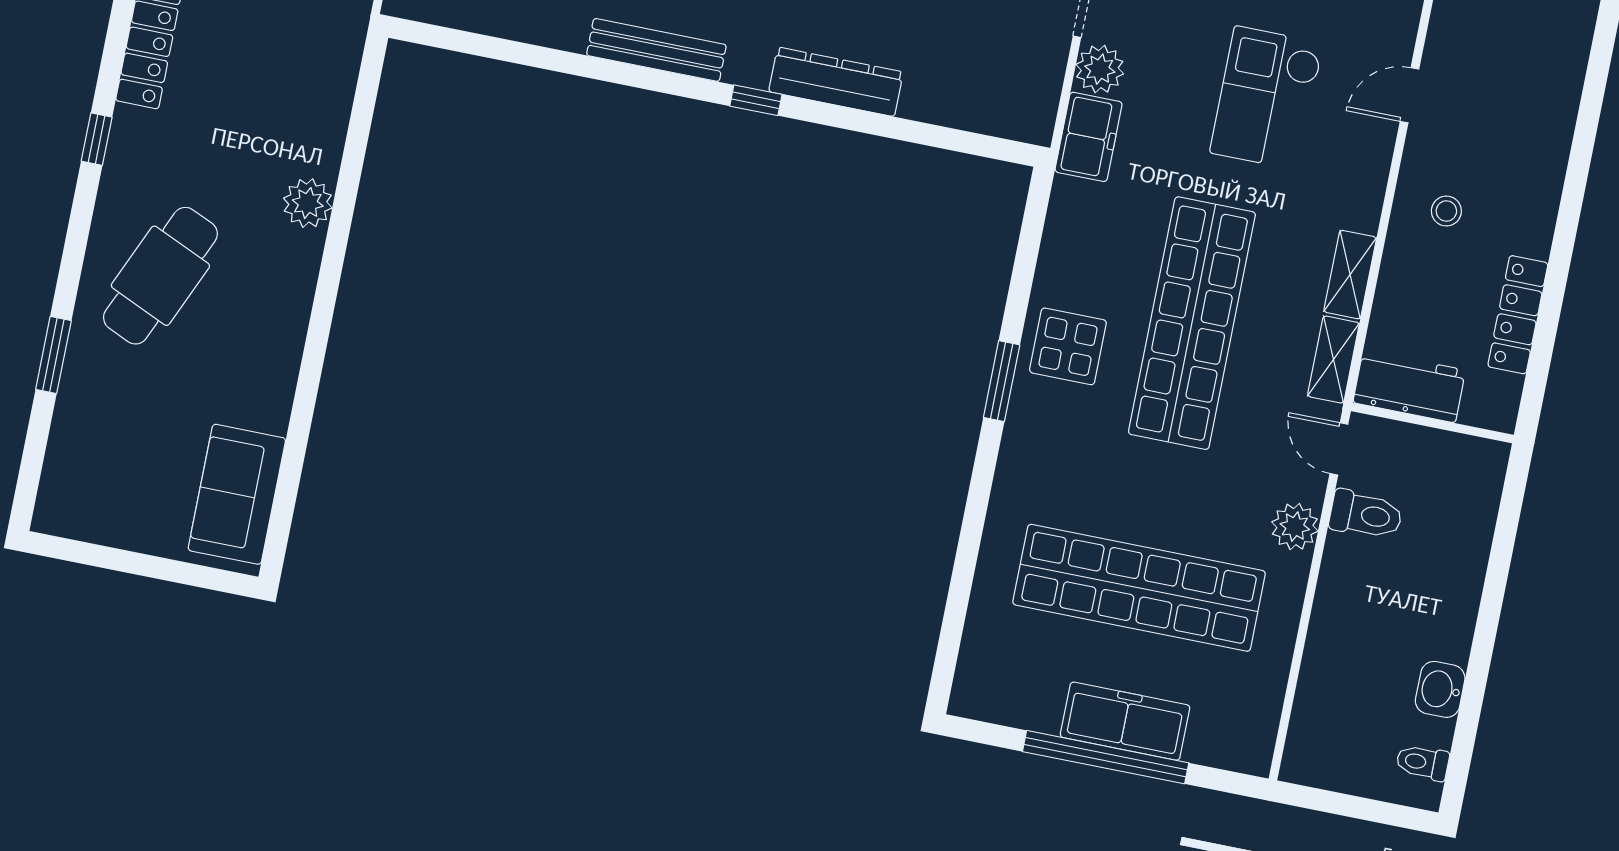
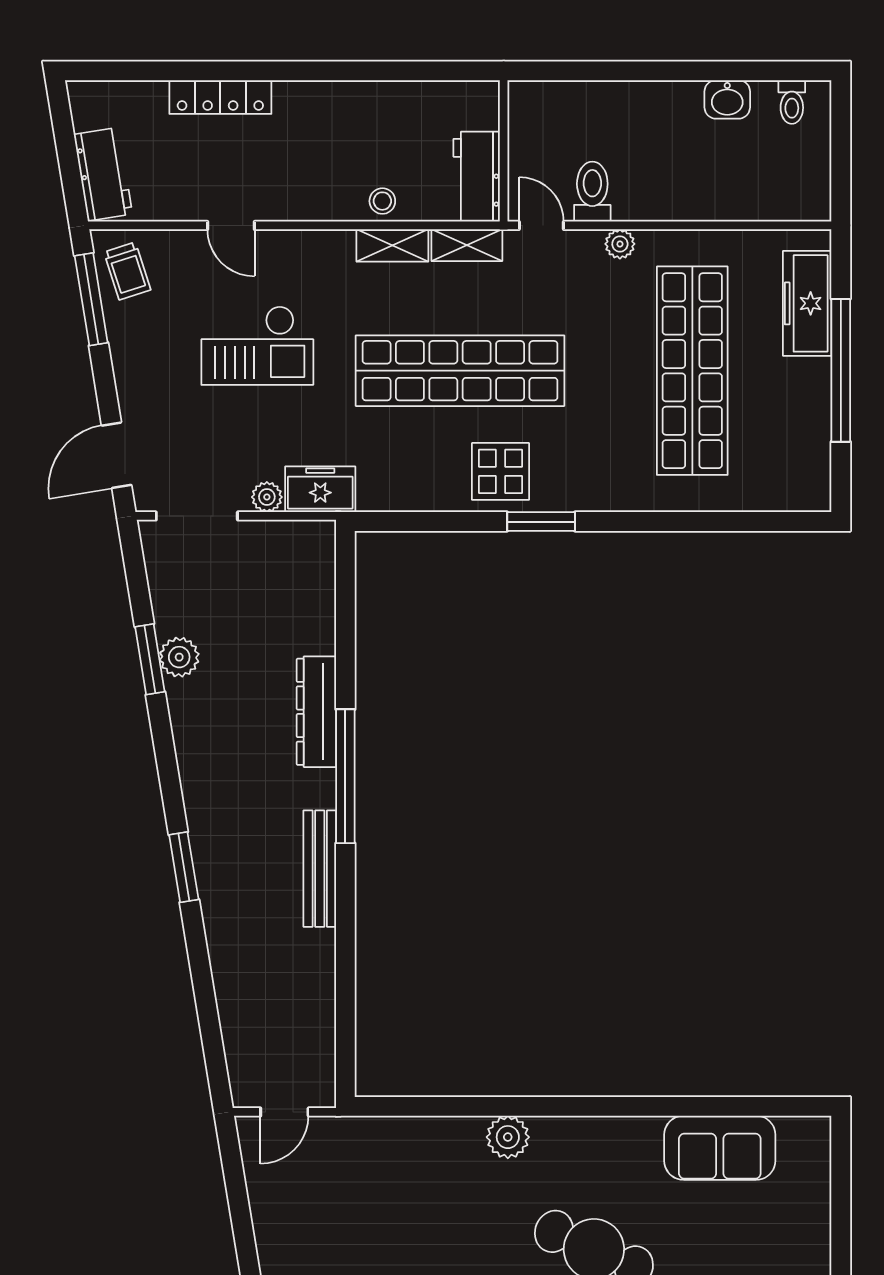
plant: (1100, 69) -> (267, 497), width x0.73, depth x0.73
window: (756, 100) -> (345, 776), width x3.17
stool: (1446, 211) -> (382, 201), moved
locker: (1518, 315) -> (220, 97), moved
door: (1339, 449) -> (541, 225), swing flipped
sofa: (237, 494) -> (720, 1148), moved
plant: (1295, 527) -> (620, 244), width x0.73, depth x0.73
freezer: (1125, 721) -> (807, 303), moved

